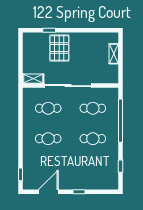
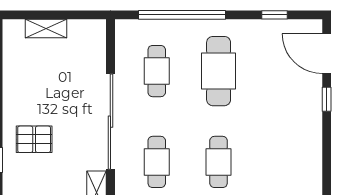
pallet: (59, 48) -> (34, 139), width x0.67, depth x0.71
cafe table: (93, 139) -> (219, 71), width x1.37, depth x1.35
door: (48, 192) -> (327, 54), moved

